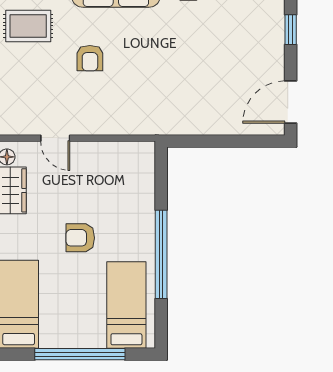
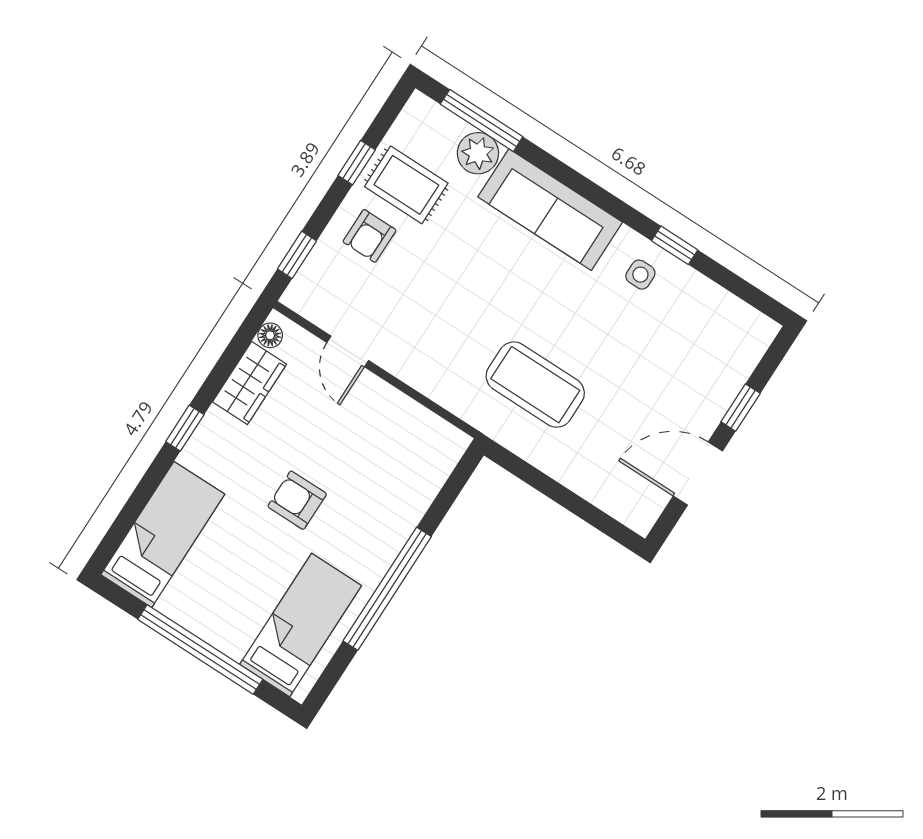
armchair: (90, 58) -> (370, 236), moved
coffee table: (170, 90) -> (535, 385), added
door: (291, 102) -> (698, 474), moved

